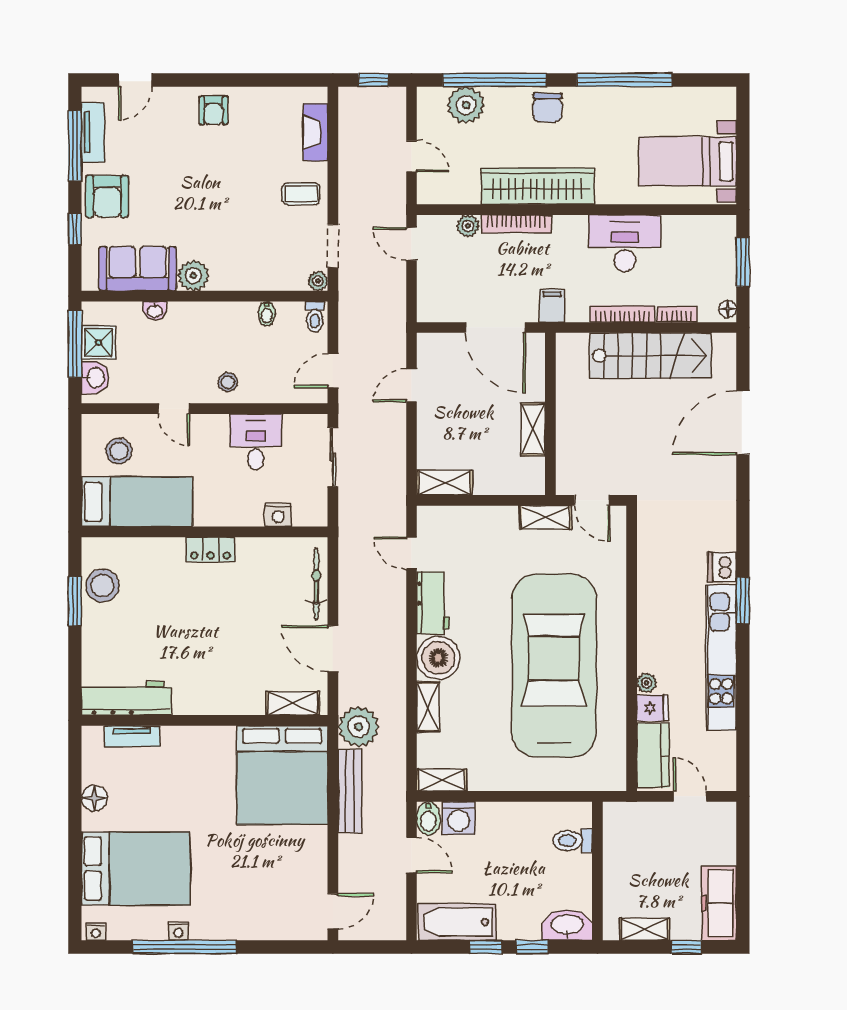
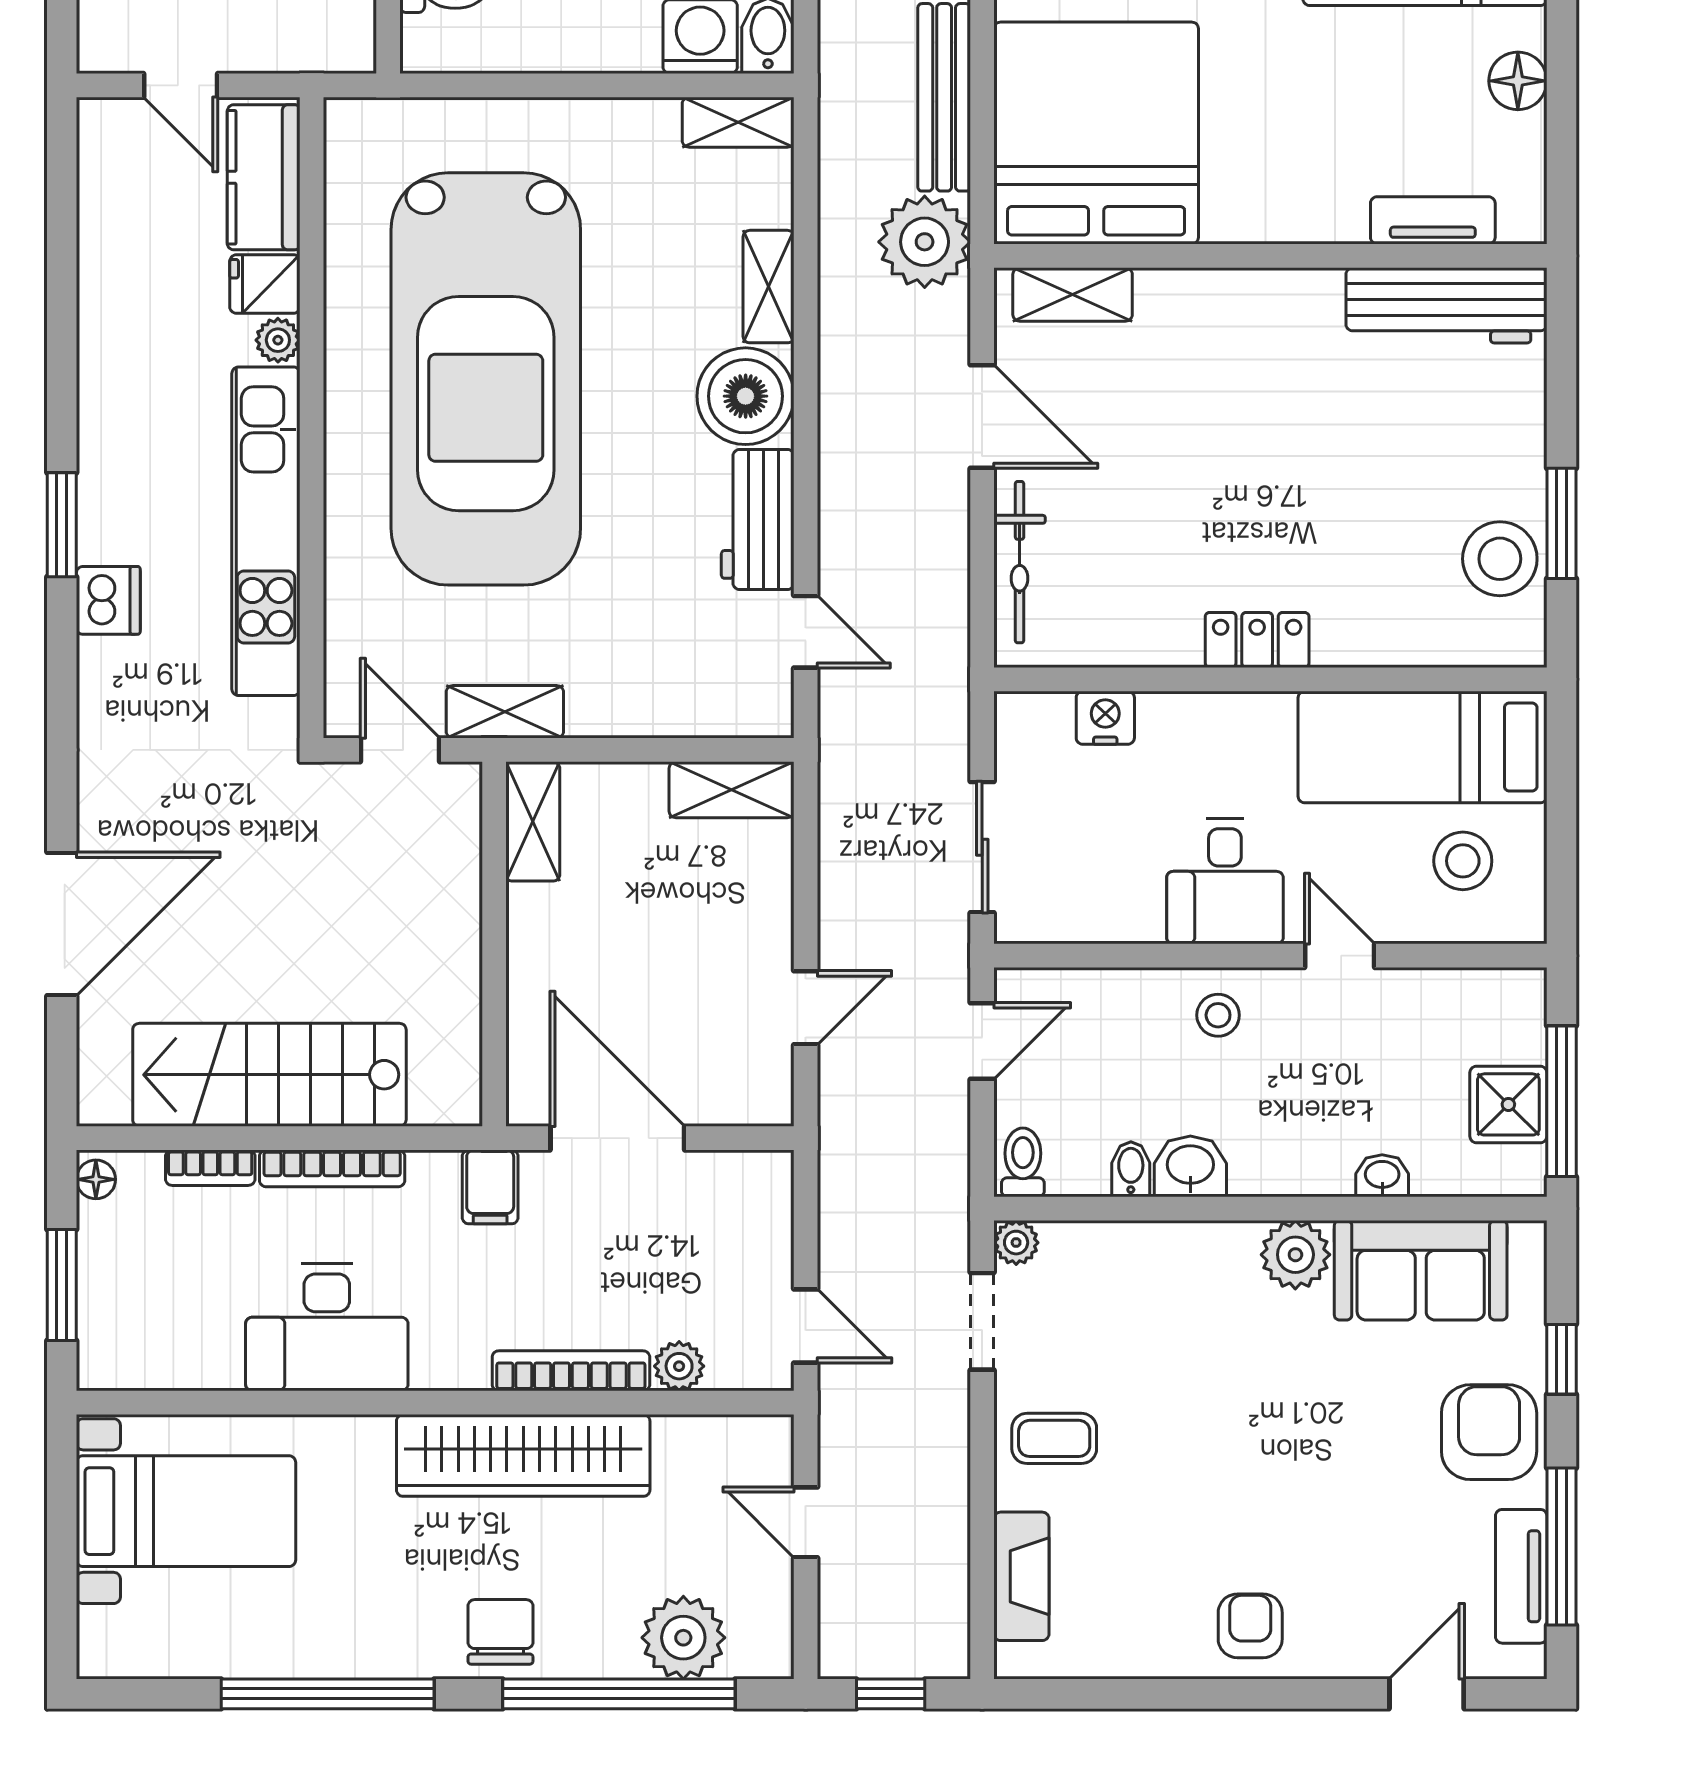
washbasin: (95, 378) -> (1190, 1166), moved, turned 90
shelving: (533, 429) -> (533, 821), moved
desk: (256, 442) -> (1225, 881), moved
kitchen unit: (721, 657) -> (266, 531), moved, turned 180

